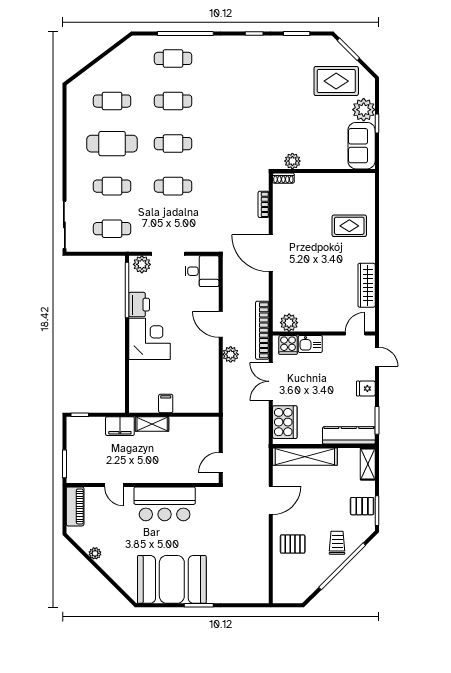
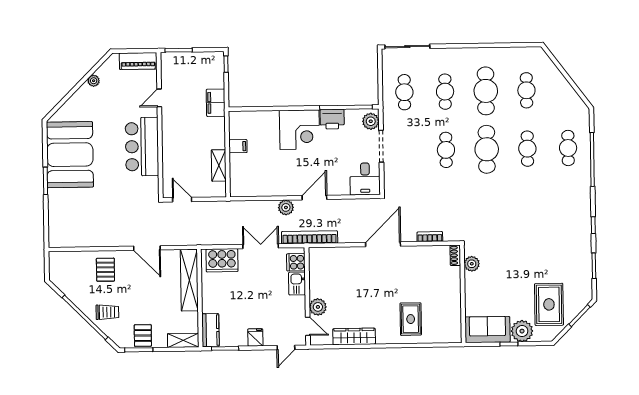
cafe table: (173, 144) -> (487, 149), width x1.37, depth x1.35
plant: (289, 323) -> (318, 307), moved
shelving: (152, 424) -> (219, 165), moved
kitchen counter: (349, 435) -> (210, 330), width x0.67

